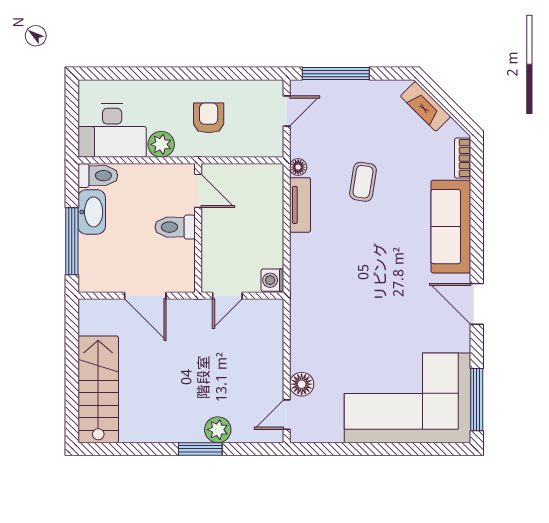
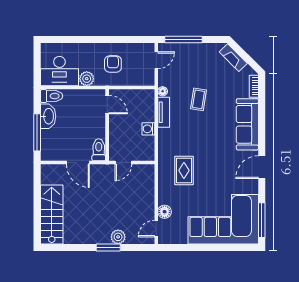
toilet: (175, 227) -> (99, 150), moved, turned 90
washing machine: (272, 280) -> (148, 129), moved
door: (477, 304) -> (262, 167), hinge flipped
rug: (337, 310) -> (184, 170), added

